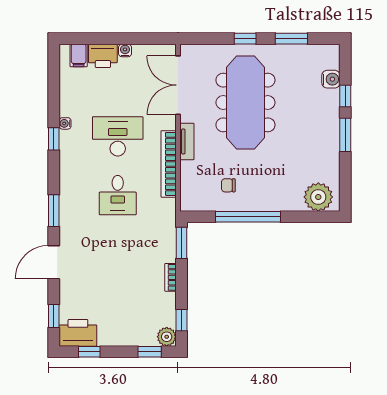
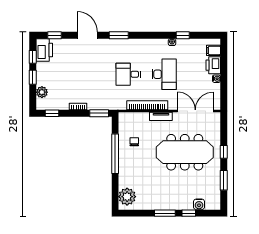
window: (54, 139) -> (183, 35), moved
plant: (167, 337) -> (42, 92), moved
window: (150, 352) -> (33, 77), moved

